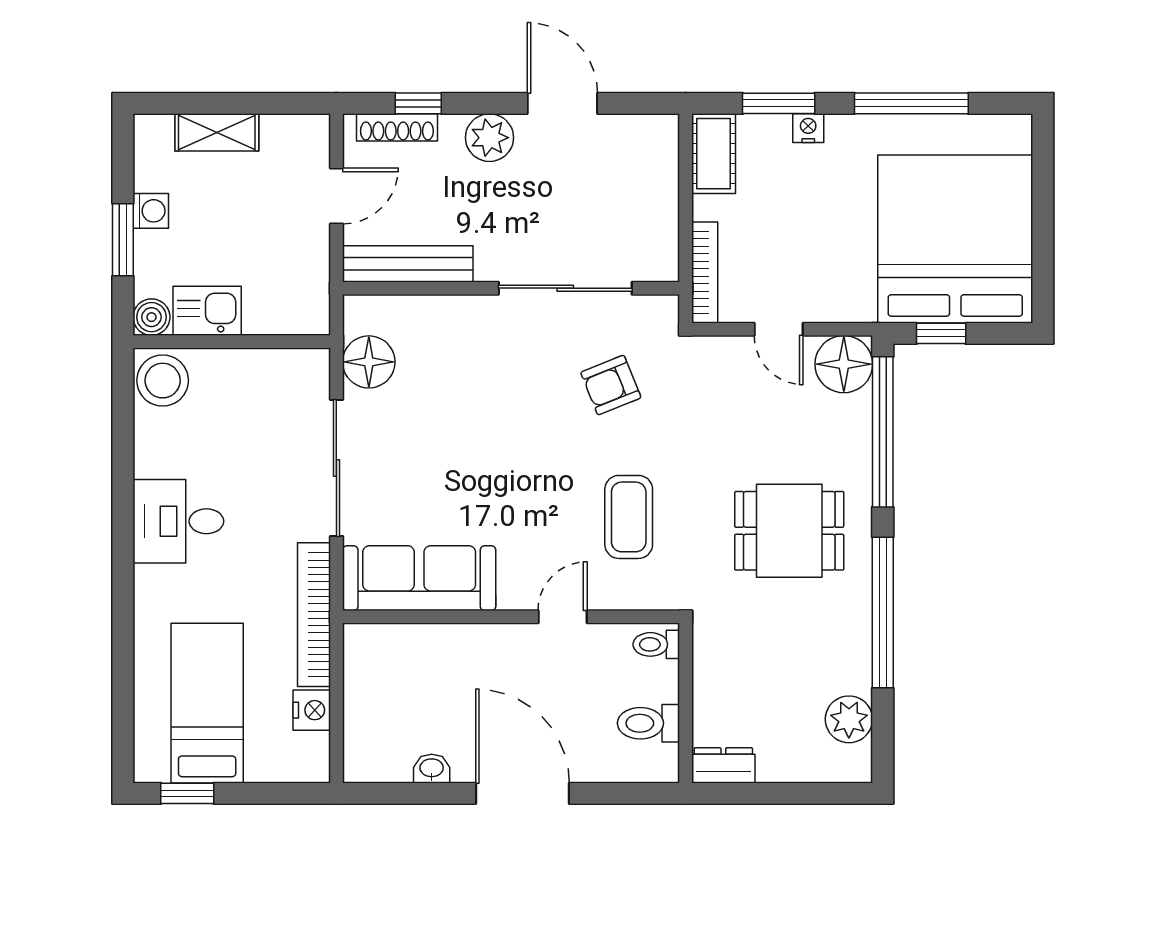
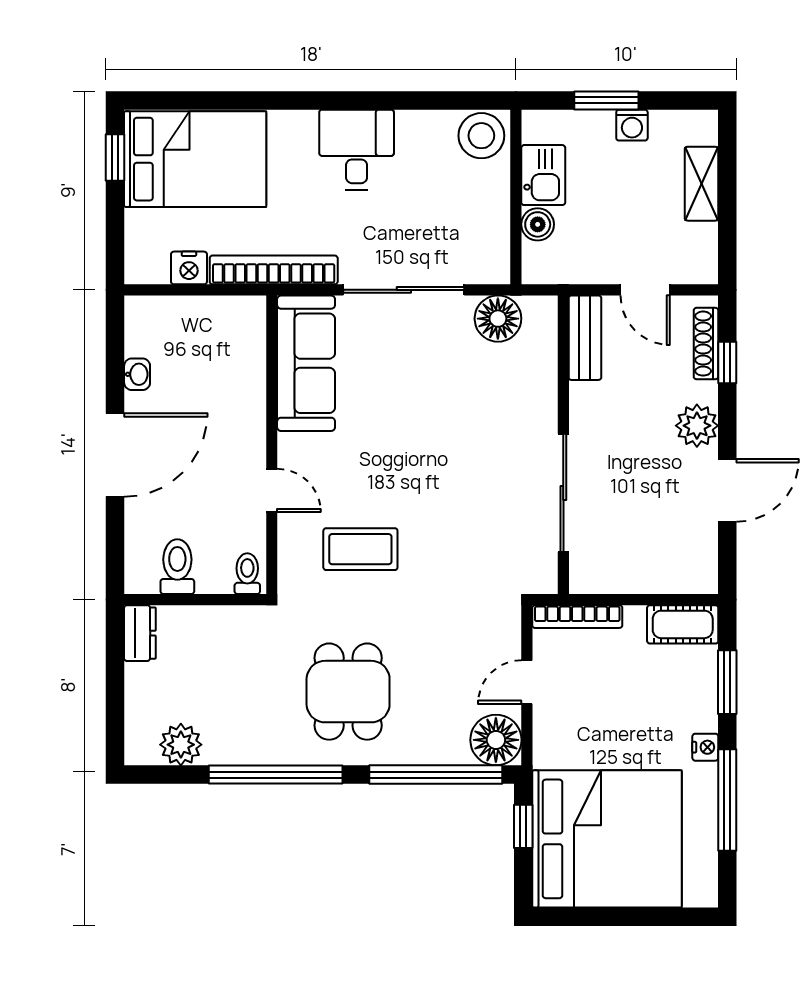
nightstand: (808, 128) -> (705, 747), moved
bench: (408, 264) -> (585, 338), width x0.73
boiler: (151, 317) -> (538, 224), moved
armchair: (611, 385) -> (477, 533), removed
bed: (207, 703) -> (195, 159), width x1.50

